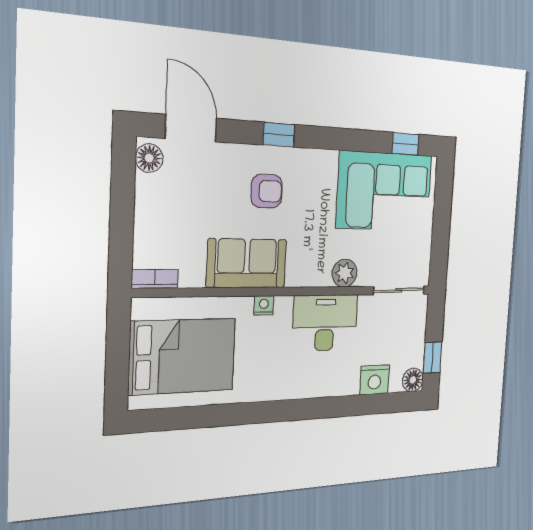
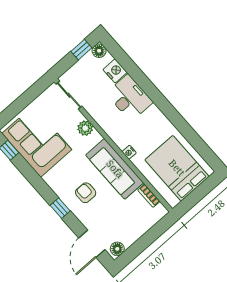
sofa: (247, 263) -> (115, 169), width x1.36
bookcase: (155, 279) -> (149, 196), moved
desk: (325, 323) -> (129, 98), moved, turned 180

